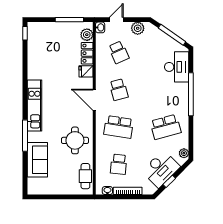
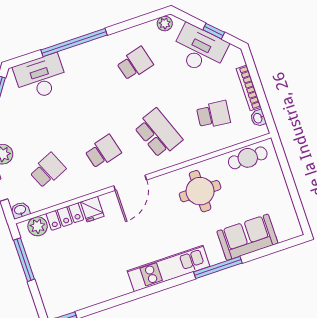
school desk: (119, 127) -> (158, 133), turned -30
school desk: (166, 127) -> (135, 64), width x0.54

